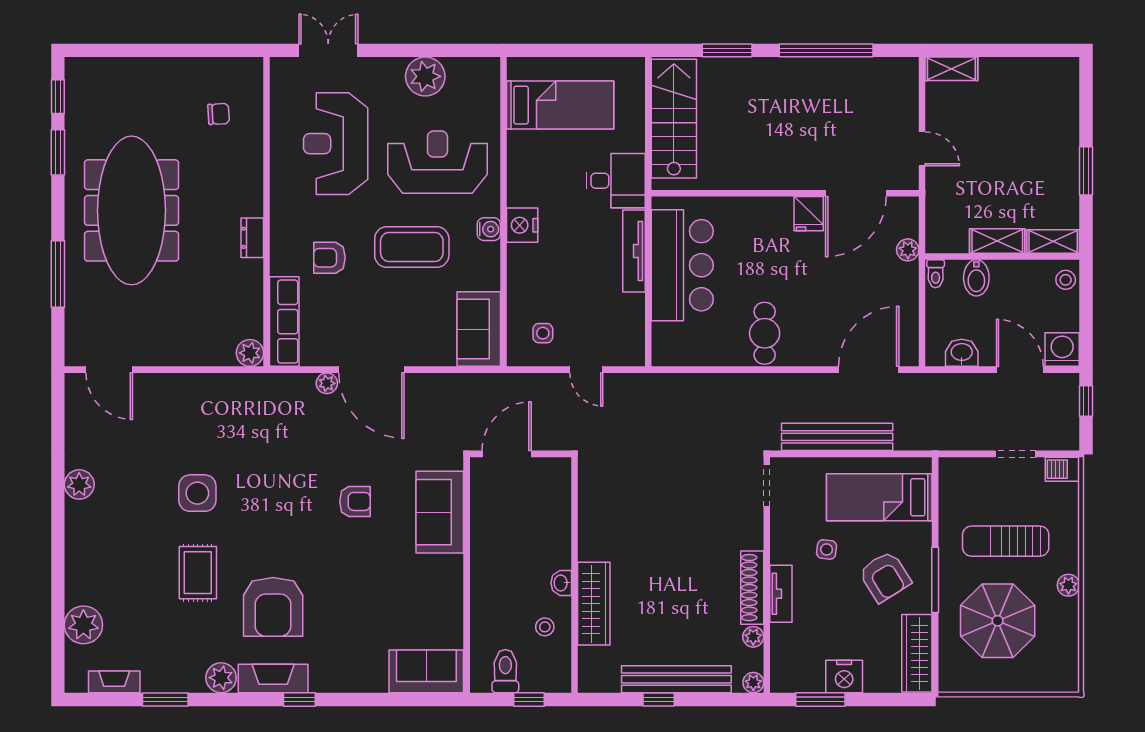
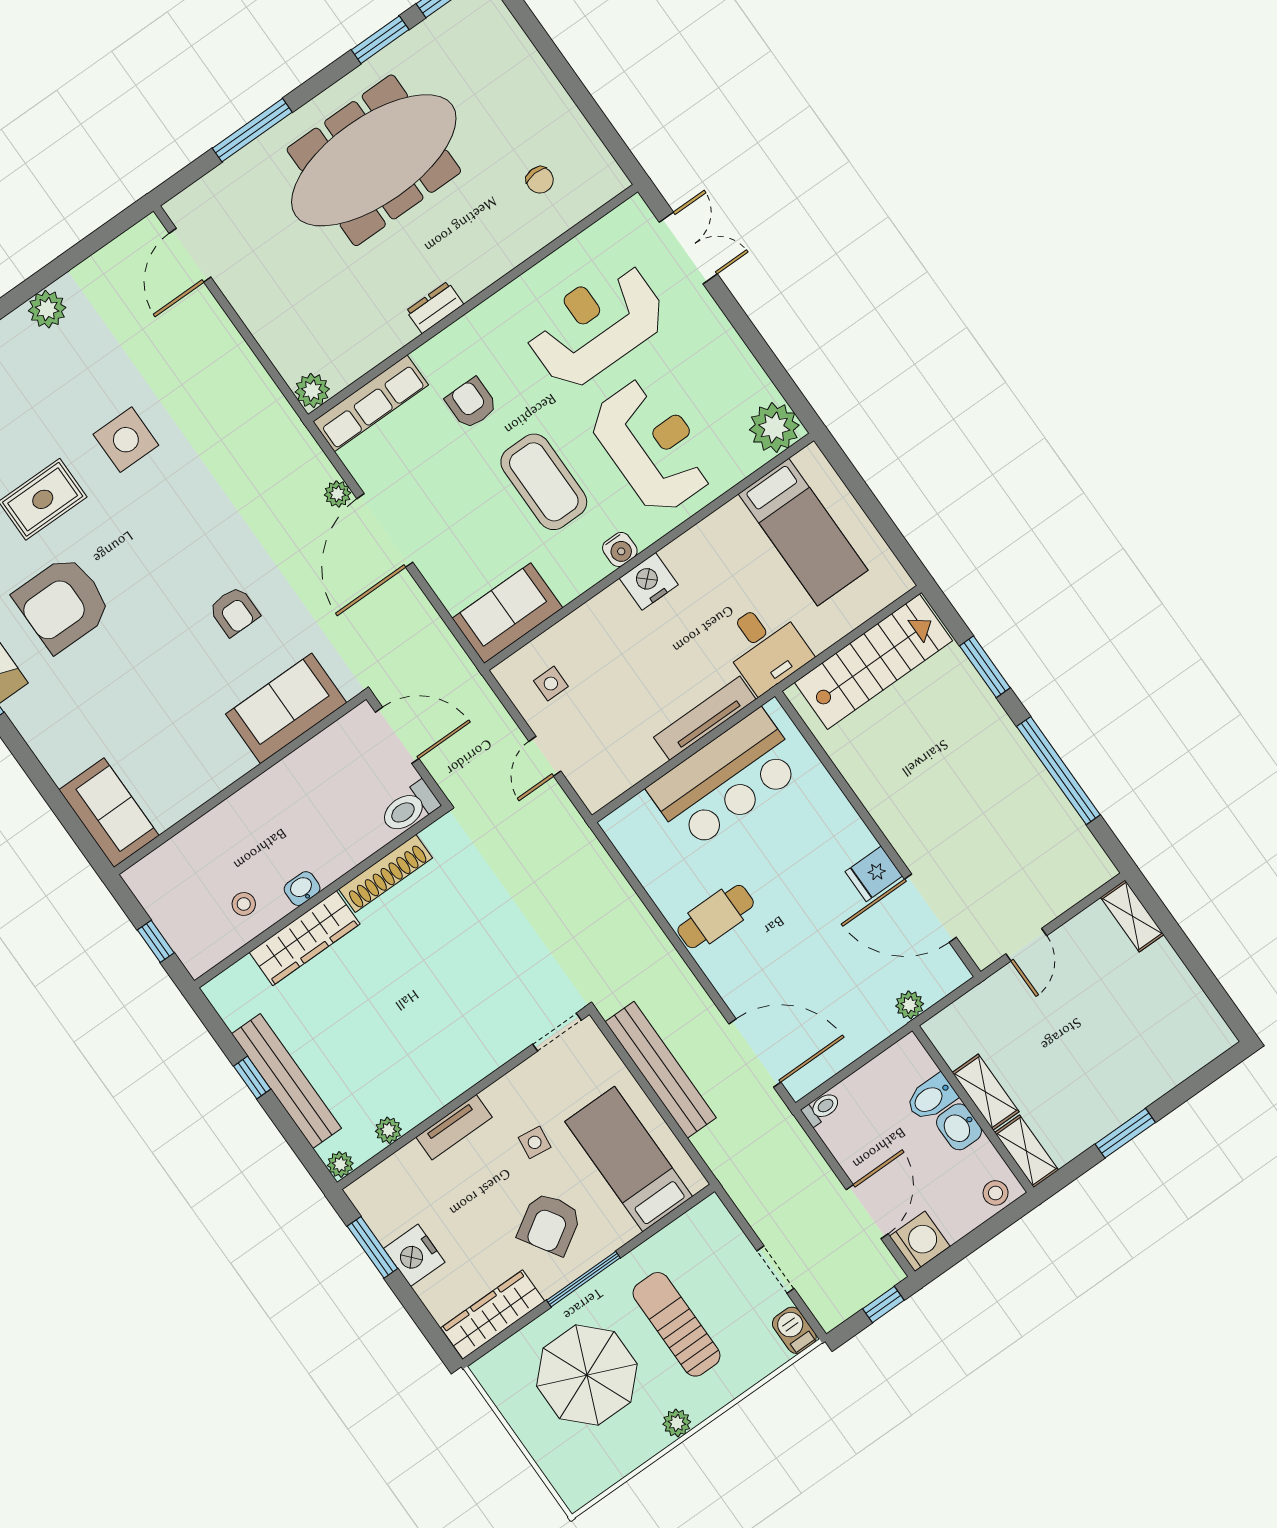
plant: (425, 76) -> (774, 427), moved
toilet: (936, 274) -> (821, 1108), moved, turned 180
washbasin: (962, 353) -> (959, 1127), moved, turned 180
shoe rack: (752, 588) -> (385, 873), moved, turned 180
toilet: (505, 671) -> (409, 808), moved, turned 180

